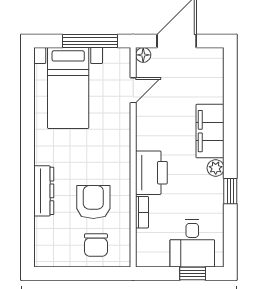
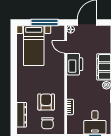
door: (133, 90) -> (66, 47), swing flipped
printer: (151, 173) -> (75, 64), moved
dresser: (44, 191) -> (22, 115), moved

